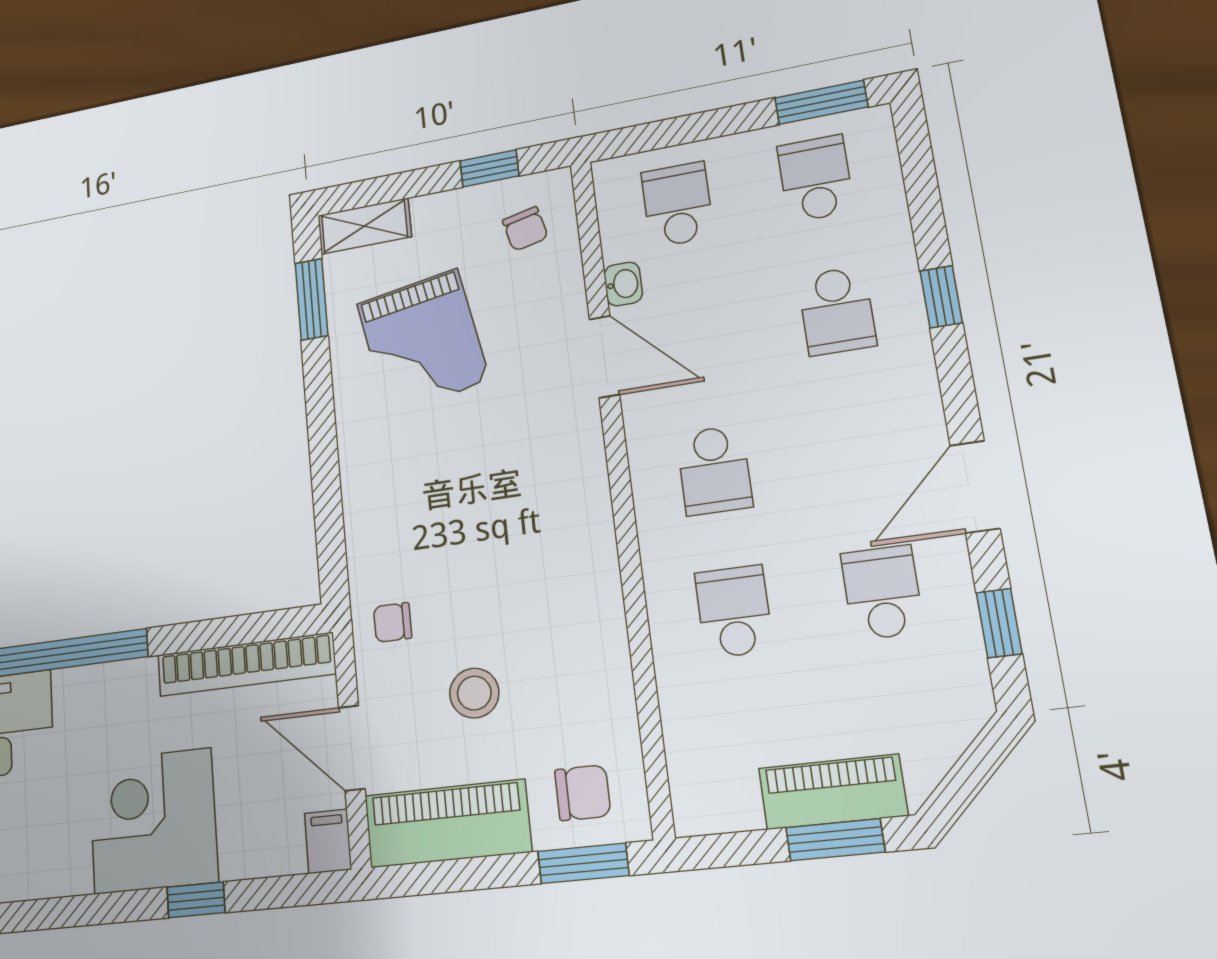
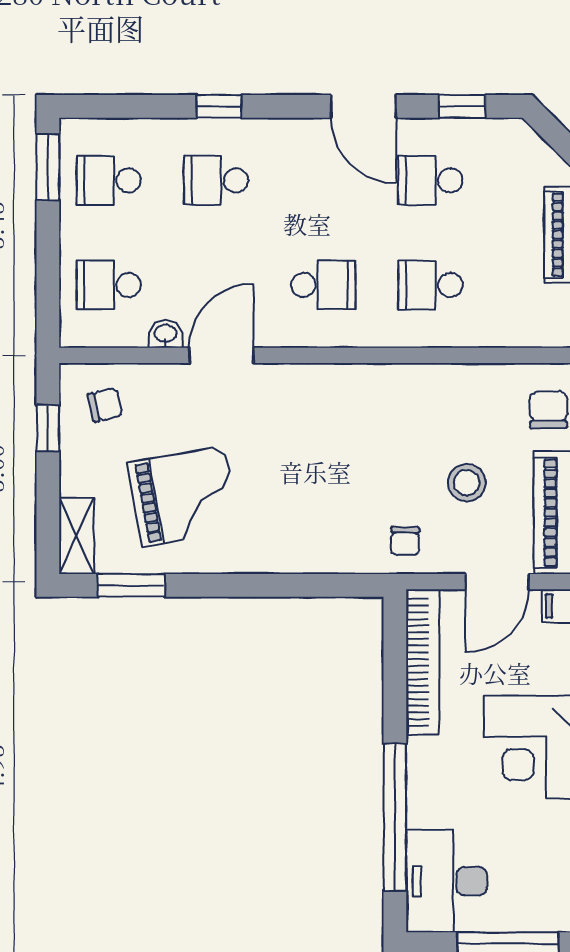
school desk: (837, 311) -> (216, 180), turned 180

